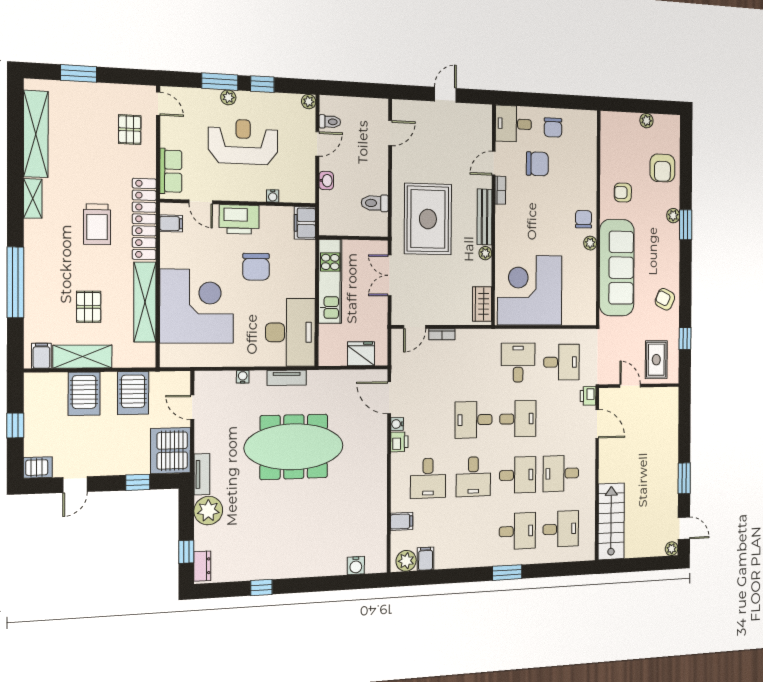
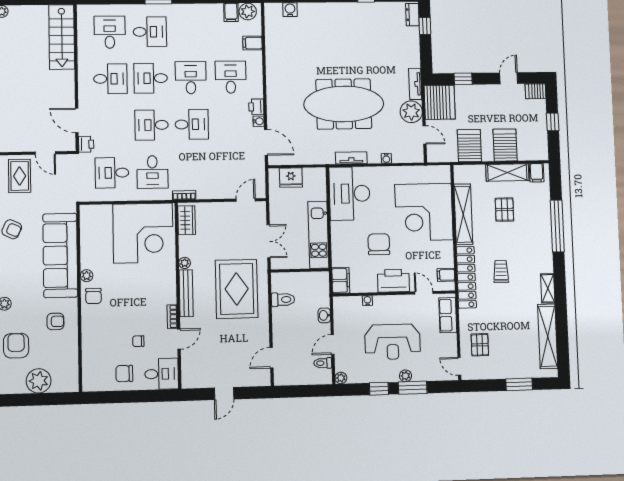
plant: (646, 121) -> (39, 381), width x1.87, depth x1.87
chair: (553, 128) -> (124, 374), turned -90
chair: (537, 164) -> (138, 341), width x0.54, depth x0.54
trolley: (97, 224) -> (501, 272), width x0.73, depth x0.72
bookcase: (442, 334) -> (184, 195), moved
plant: (208, 511) -> (411, 112), moved
desk: (561, 529) -> (110, 32), turned 90
desk: (517, 531) -> (150, 32), turned 180

